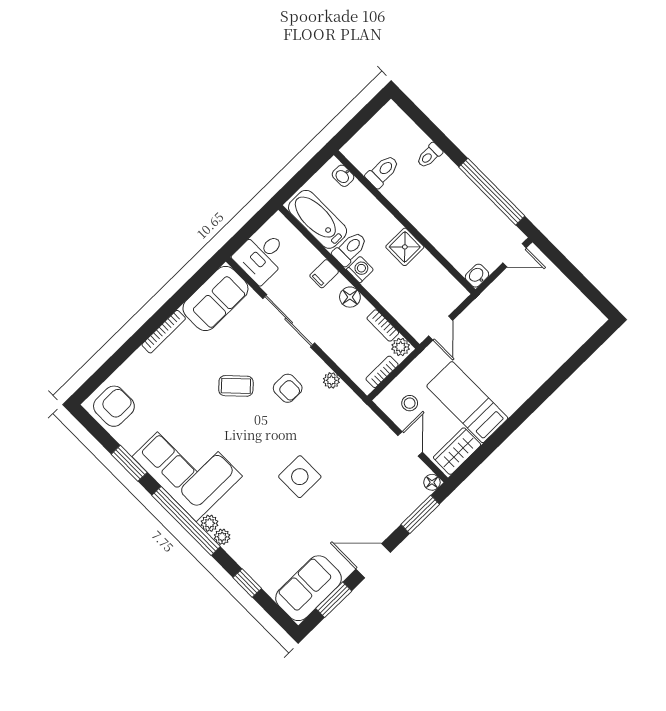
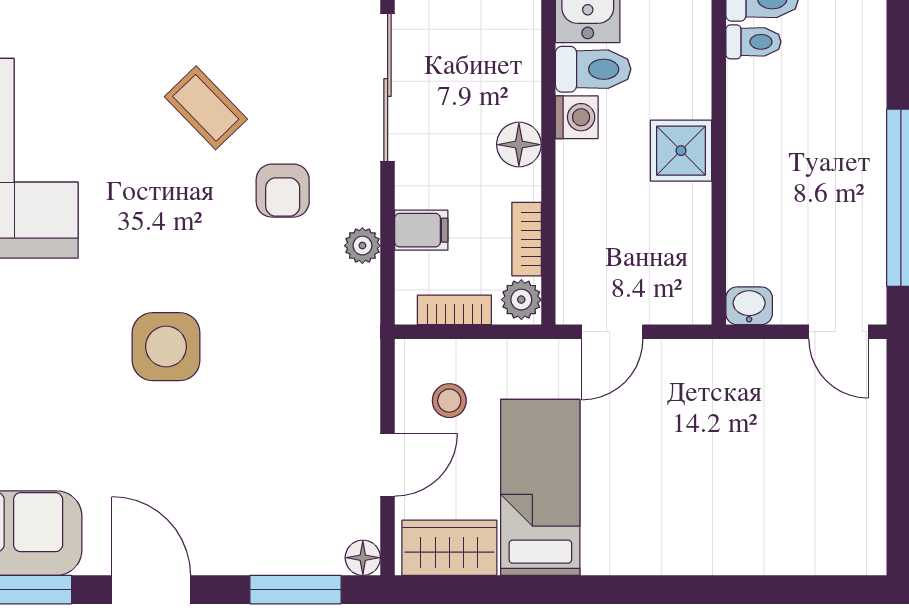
toilet: (429, 156) -> (753, 42), moved, turned 180
filing cabinet: (324, 274) -> (421, 230), moved, turned 180

